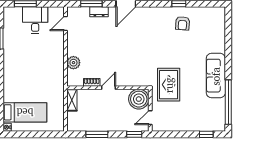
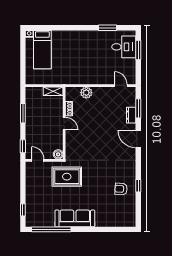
desk: (35, 20) -> (124, 47), moved
boiler: (139, 99) -> (58, 154), width x0.54, depth x0.54

